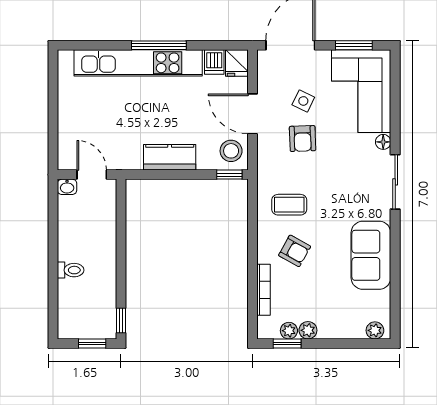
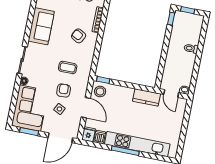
kitchen counter: (170, 157) -> (146, 97), moved
coffee table: (289, 205) -> (68, 67), moved

